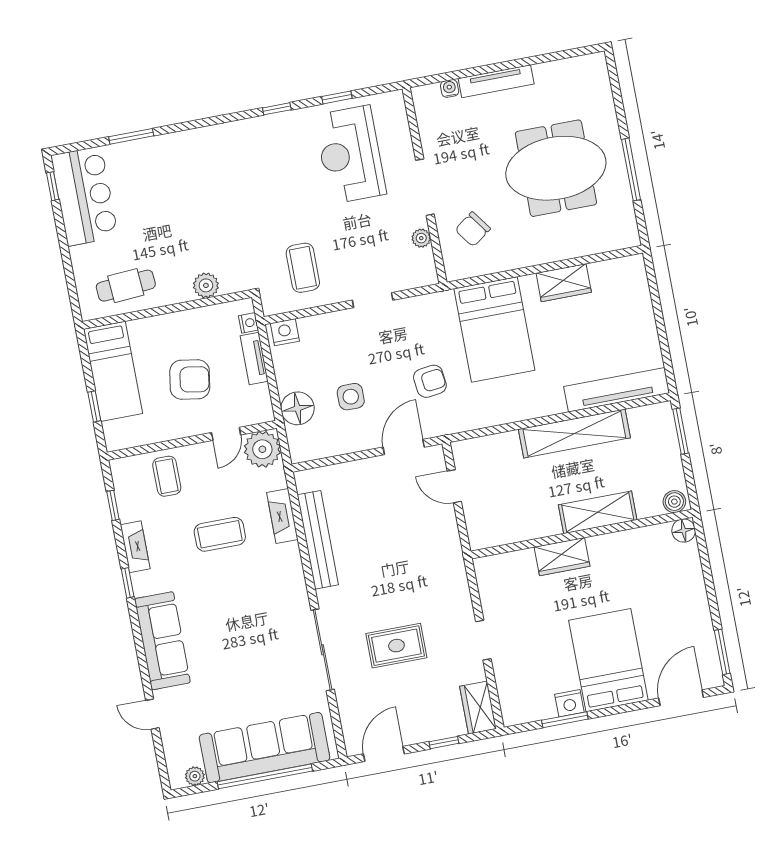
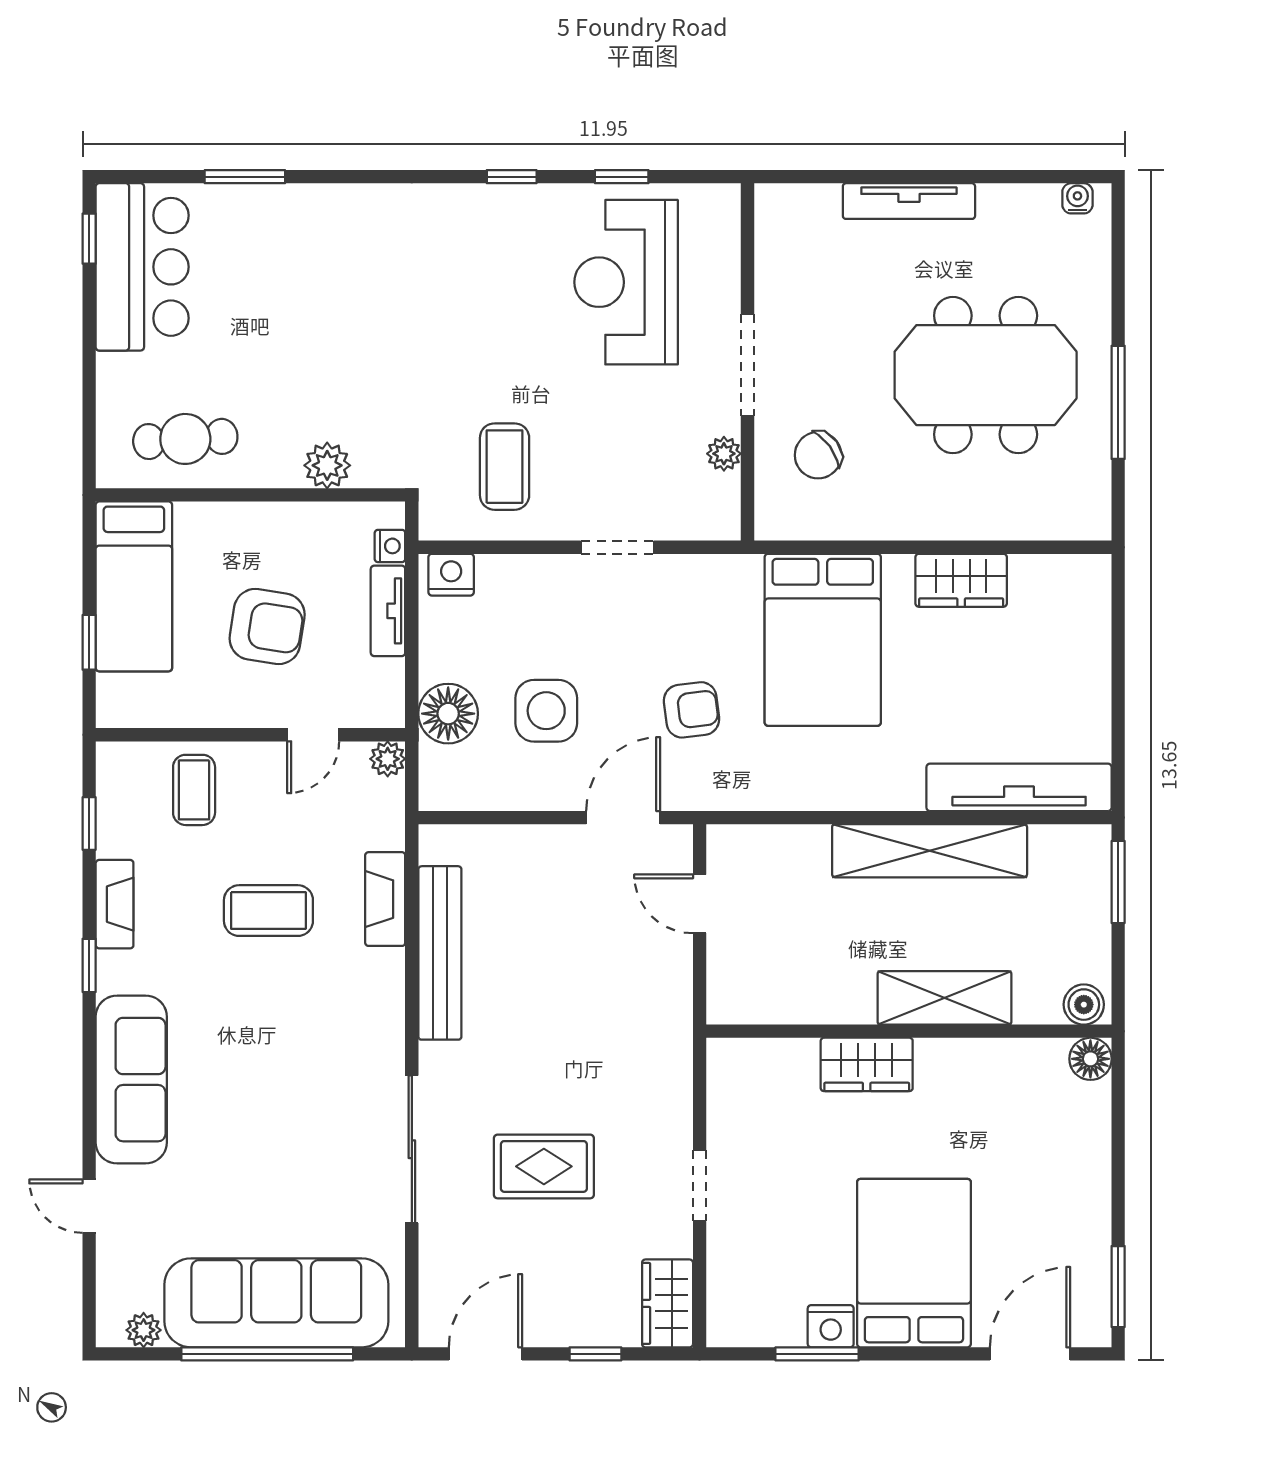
water cooler: (450, 88) -> (1077, 198), moved
side table: (351, 397) -> (546, 711), width x1.37, depth x1.37
plant: (262, 449) -> (388, 759), width x0.53, depth x0.53

